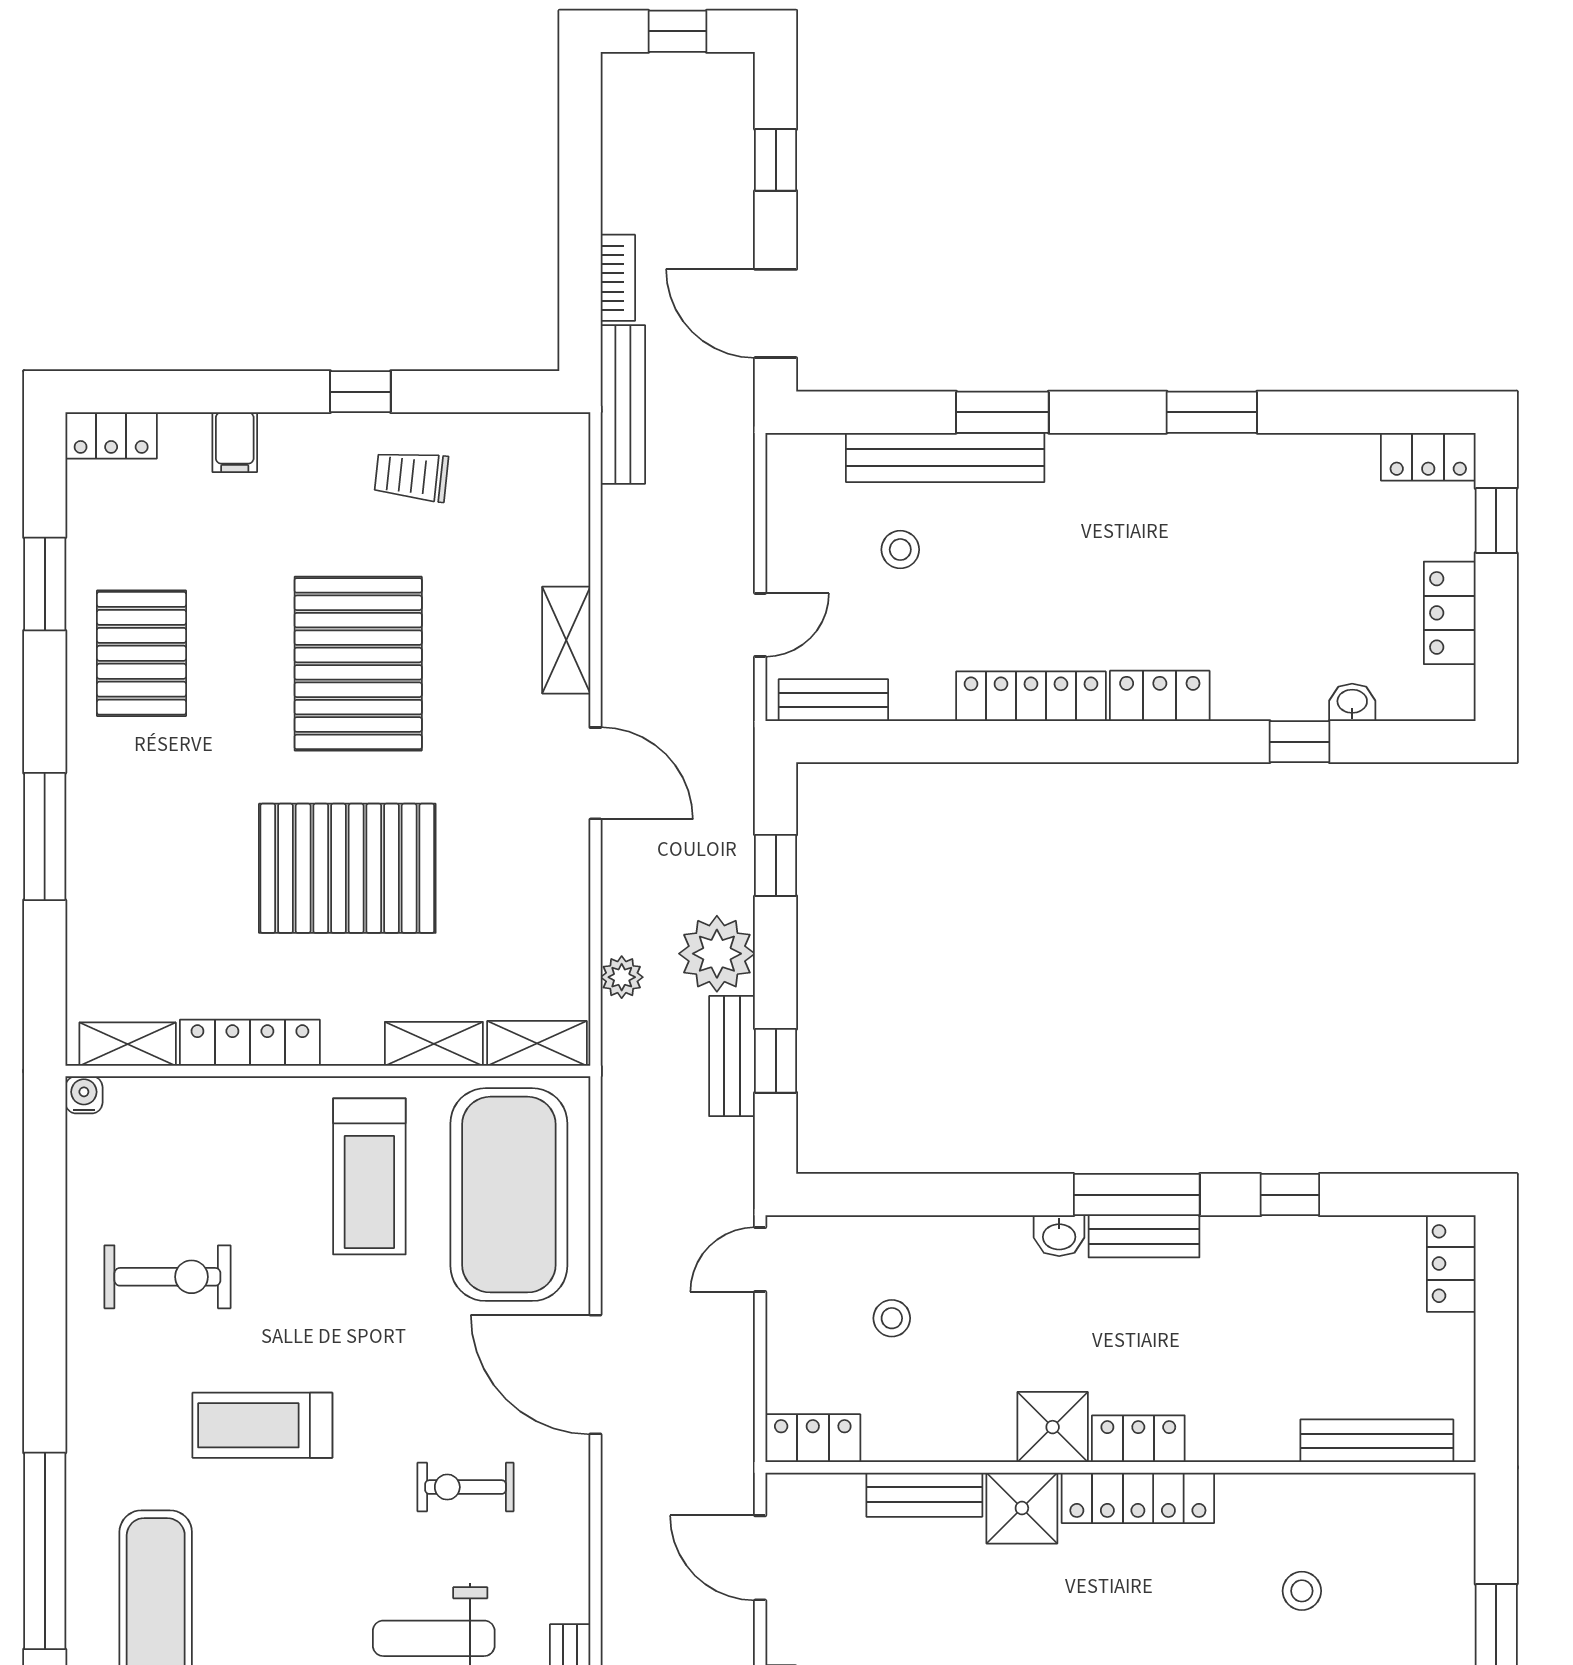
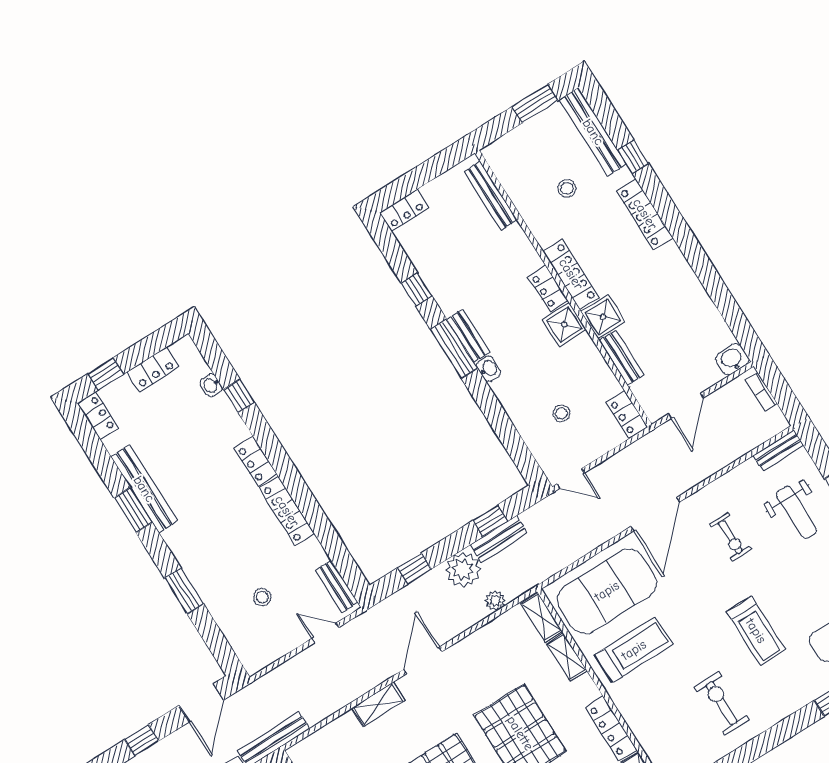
bench: (945, 457) -> (144, 489), moved

